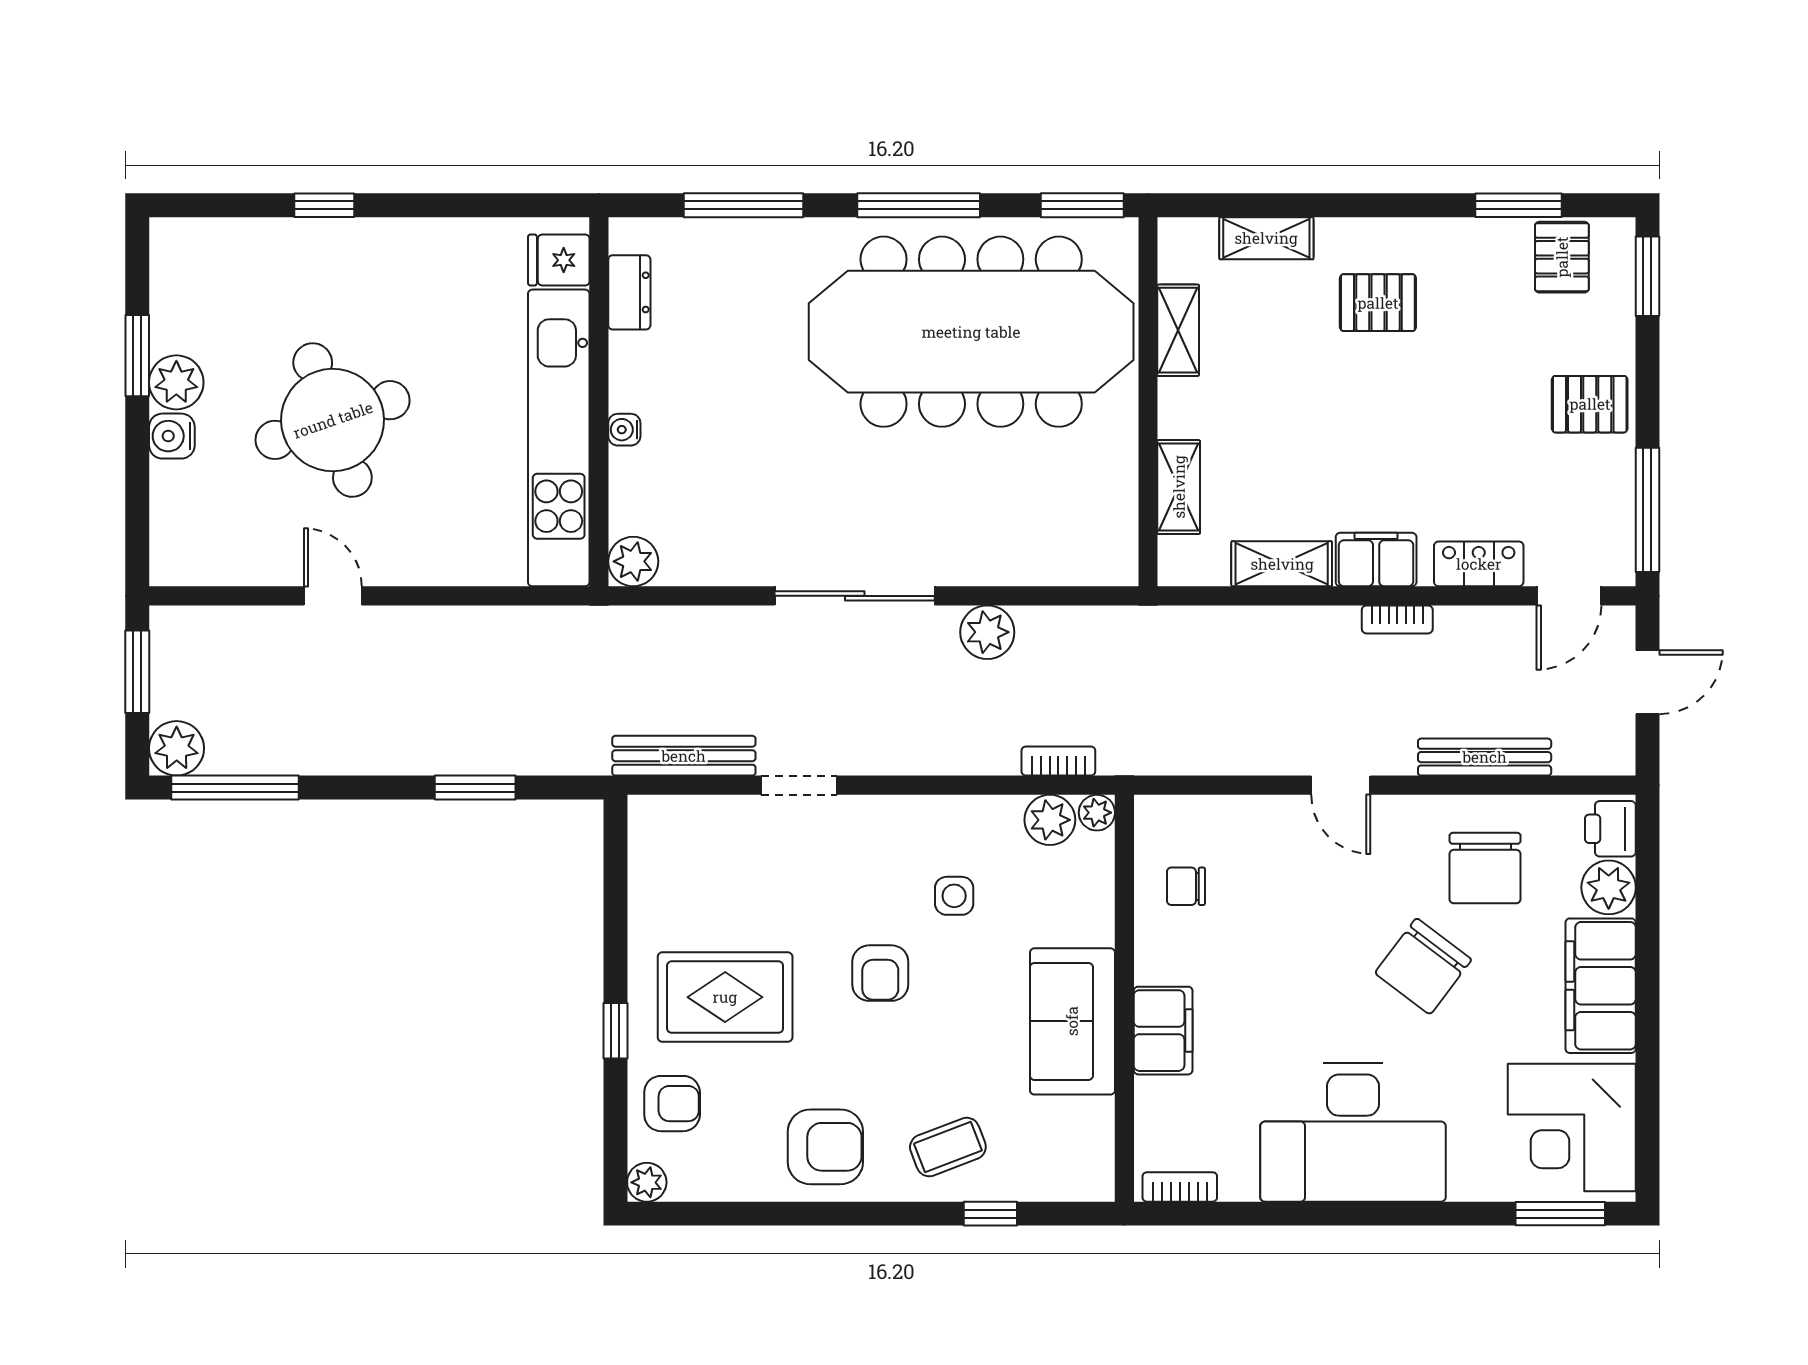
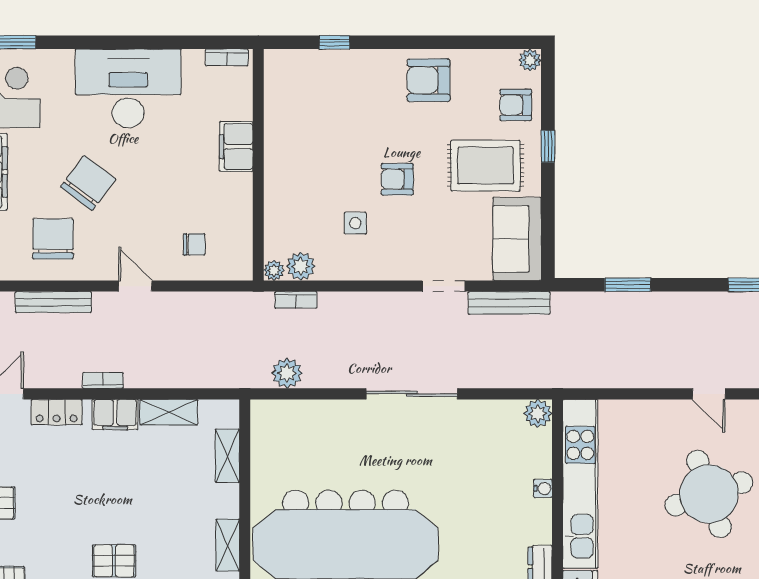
plant: (987, 632) -> (287, 373), moved
chair: (1186, 886) -> (194, 244), moved
armchair: (880, 973) -> (397, 179), turned -90
sofa: (1072, 1021) -> (517, 239), moved, turned 180
coffee table: (948, 1147) -> (359, 80), removed

